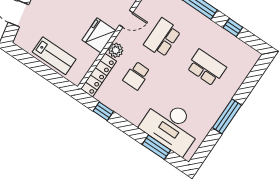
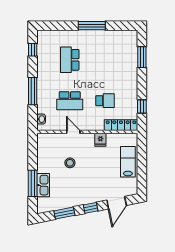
window: (233, 27) -> (33, 50), moved
fridge: (99, 35) -> (100, 140), width x0.53, depth x0.75
plant: (116, 50) -> (98, 125), removed
desk: (171, 126) -> (122, 57), removed

